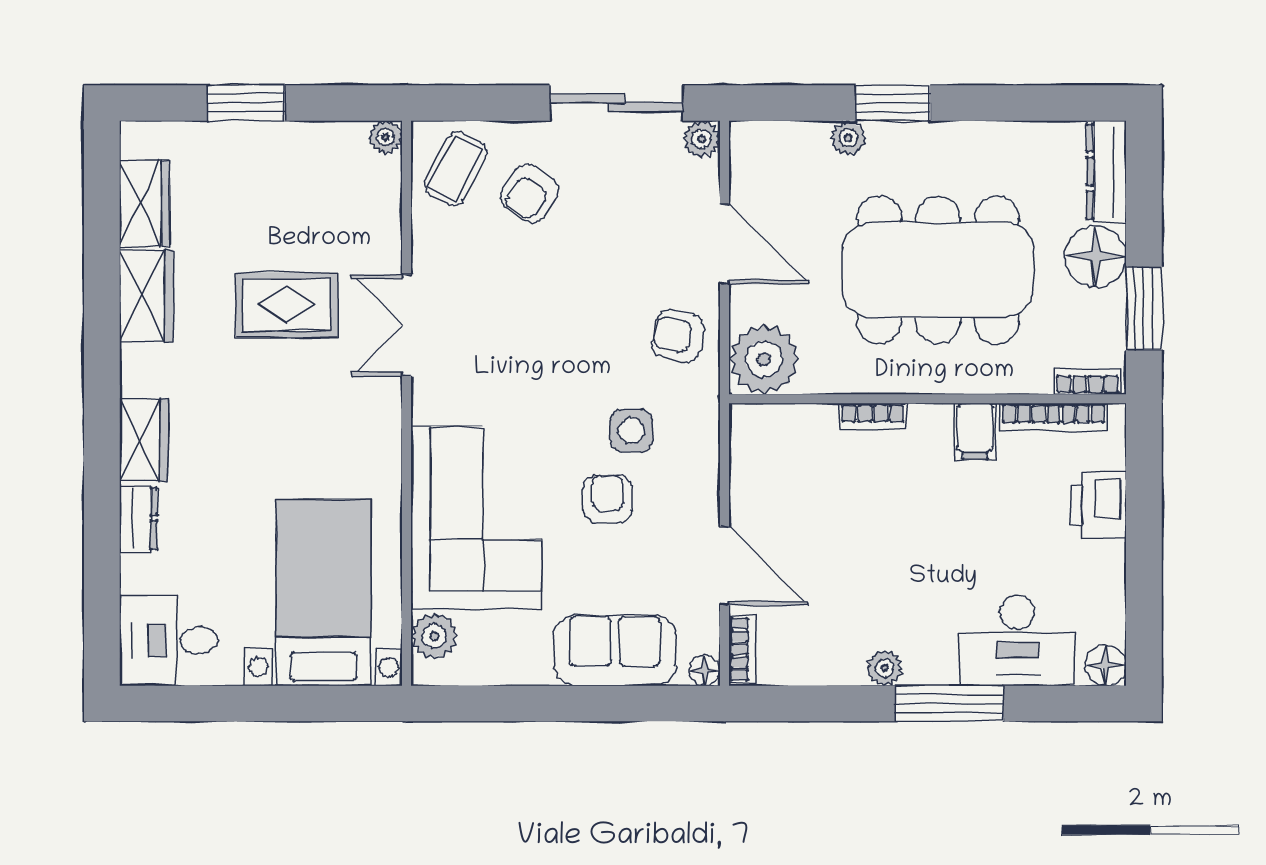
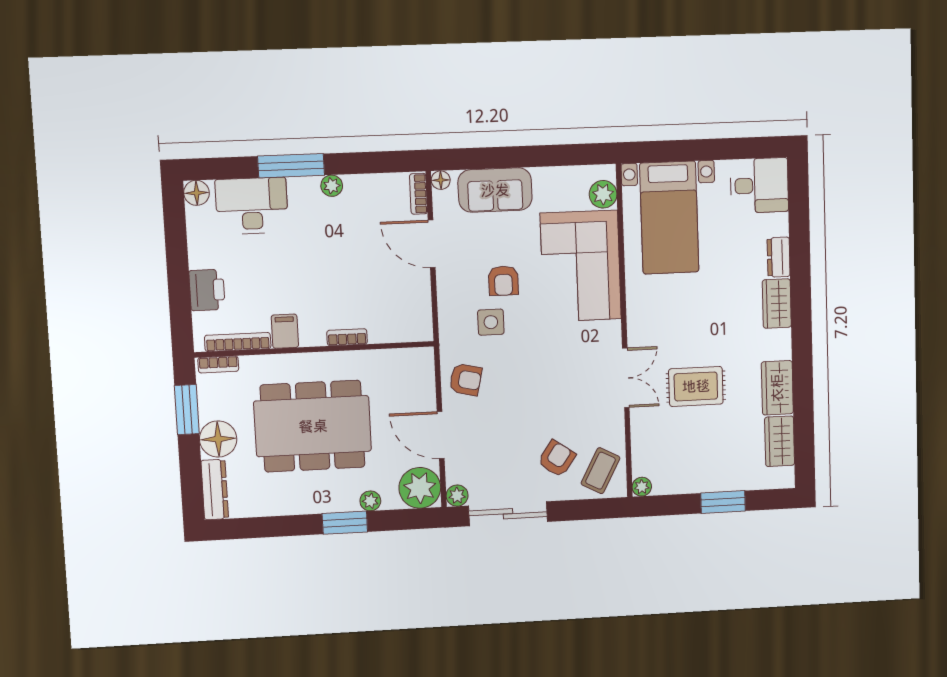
plant: (764, 359) -> (420, 488), moved

